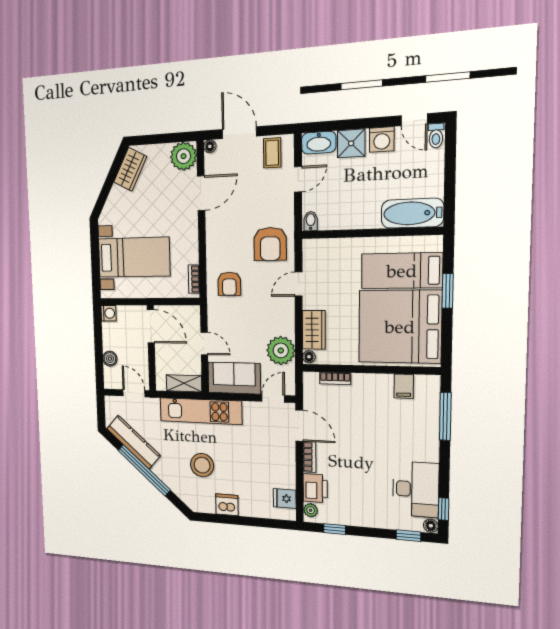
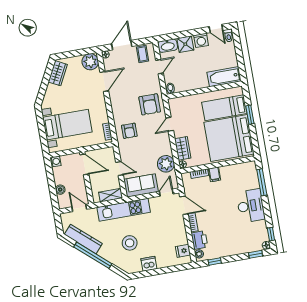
door: (239, 133) -> (122, 45), hinge flipped
filing cabinet: (404, 386) -> (214, 174), moved
desk: (416, 489) -> (251, 206), moved

